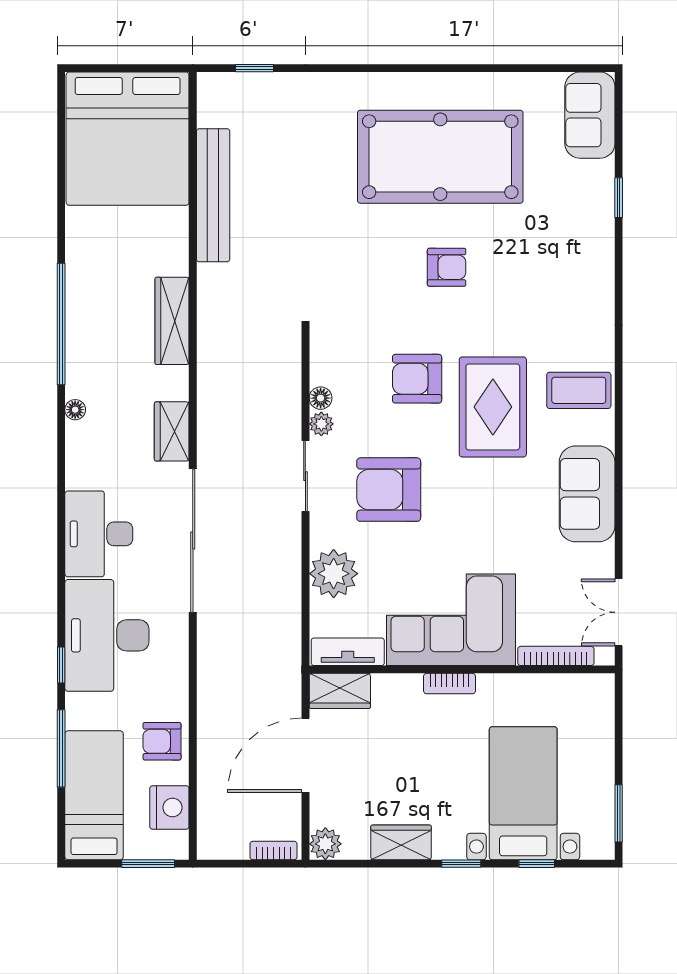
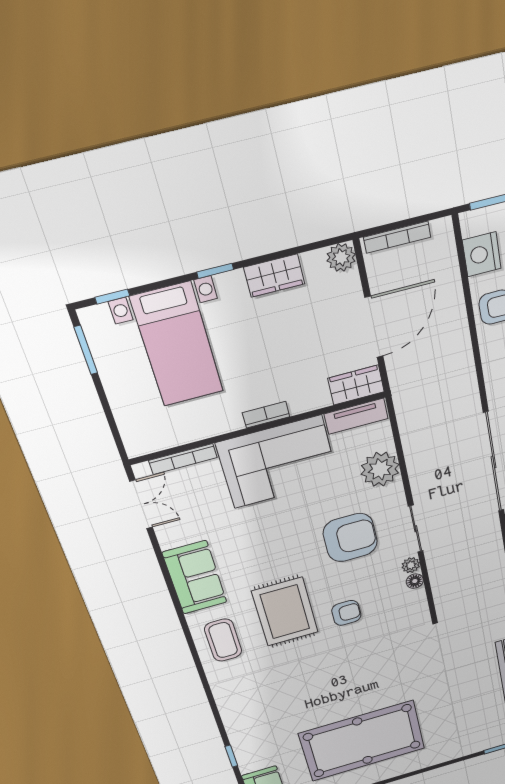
armchair: (447, 267) -> (342, 683), removed
armchair: (417, 379) -> (346, 613), width x0.72, depth x0.72
coffee table: (579, 390) -> (223, 640), turned 90
bookcase: (273, 850) -> (397, 237), width x1.56
window: (537, 864) -> (112, 297), moved

